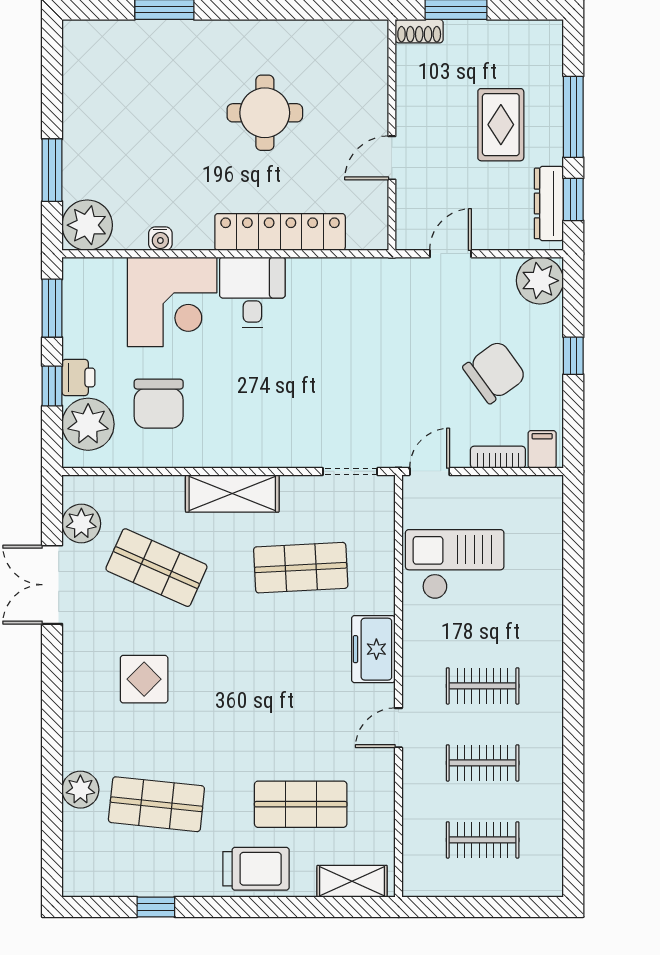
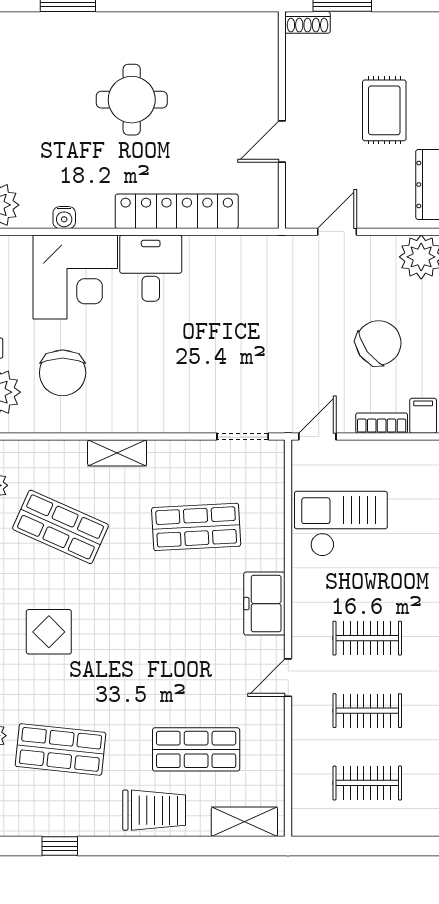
round table: (265, 113) -> (132, 100), moved
shelving: (232, 494) -> (117, 453), width x0.67, depth x0.75

